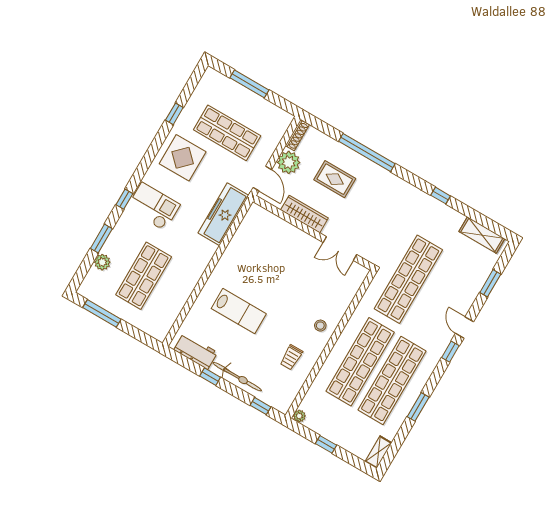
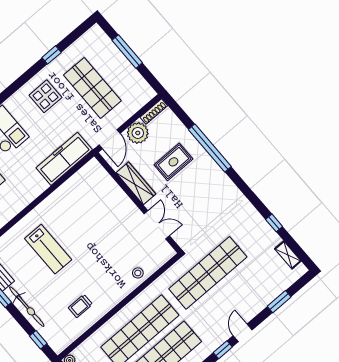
display table: (183, 158) -> (45, 96), width x0.73, depth x0.73
rug: (335, 179) -> (173, 162), turned 90
window: (441, 196) -> (274, 223), moved
shelving: (482, 235) -> (288, 255), width x0.67, depth x0.75
double door: (340, 249) -> (157, 225), swing flipped
stool: (320, 326) -> (138, 273), moved

